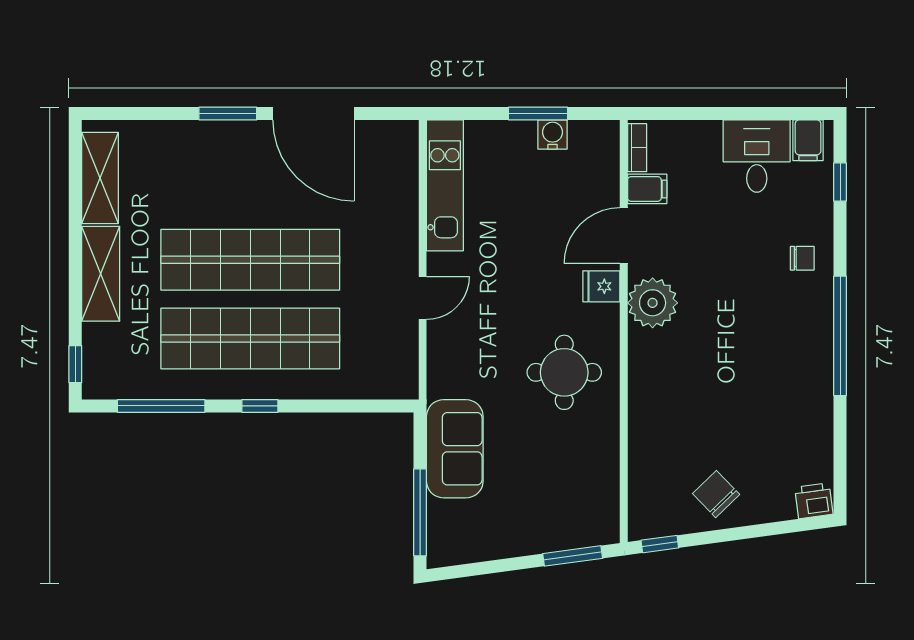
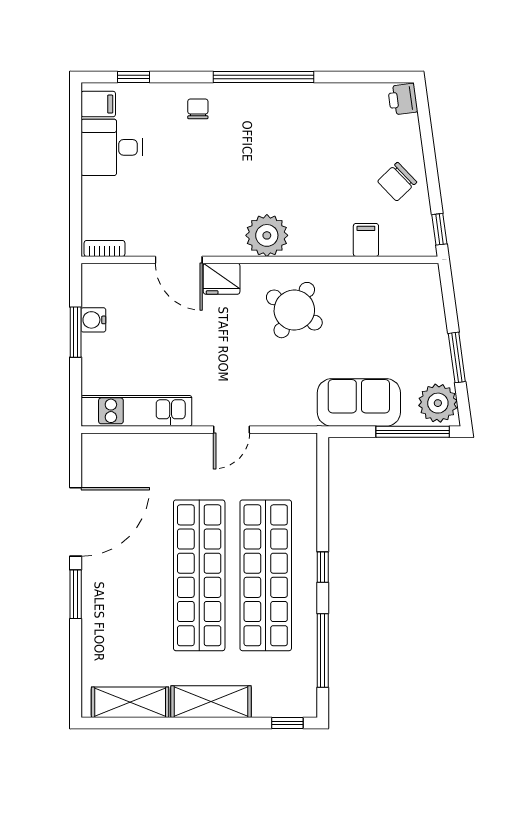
filing cabinet: (647, 189) -> (366, 240), moved
fridge: (601, 286) -> (222, 279), width x1.38
door: (423, 298) -> (232, 430), swing flipped
plant: (653, 303) -> (267, 235), moved
round table: (564, 372) -> (294, 310), turned 32
plant: (454, 542) -> (438, 403), added
window: (573, 556) -> (457, 357), moved

